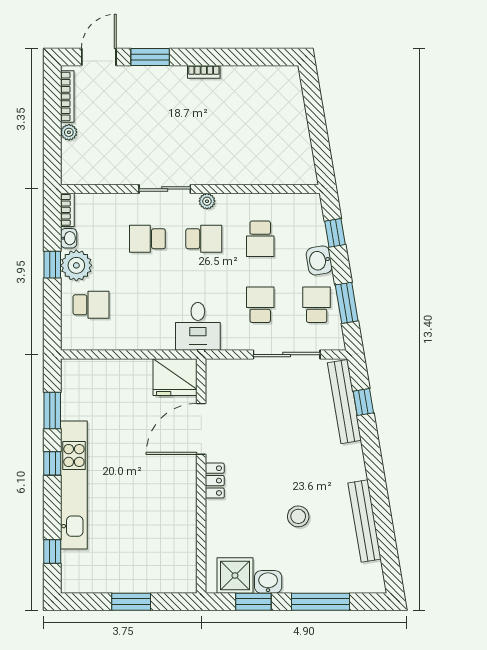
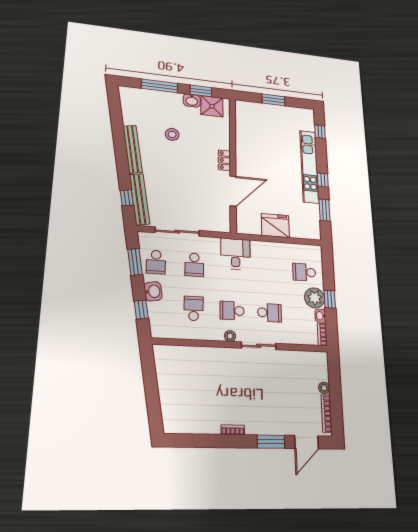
fridge: (175, 377) -> (275, 226), moved
bench: (365, 521) -> (133, 149), moved

